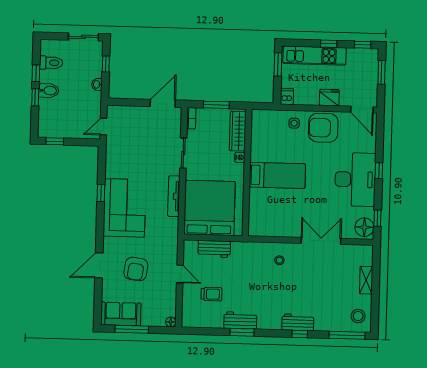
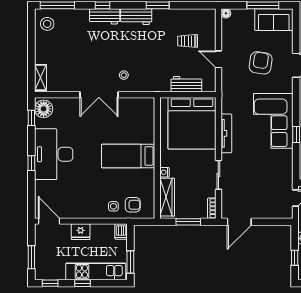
armchair: (323, 128) -> (133, 205), moved, width x0.53, depth x0.53
double door: (321, 241) -> (99, 95), moved
shelving: (366, 280) -> (41, 78), moved
workbench: (240, 320) -> (136, 17), moved

